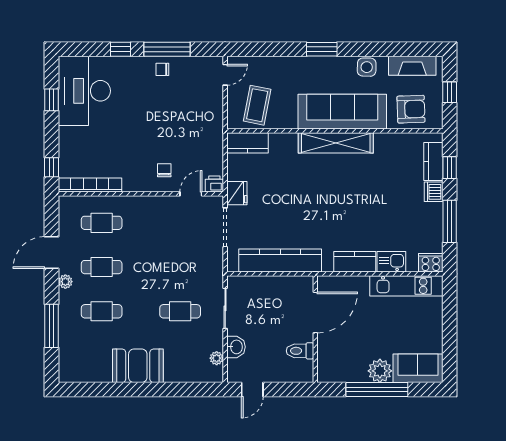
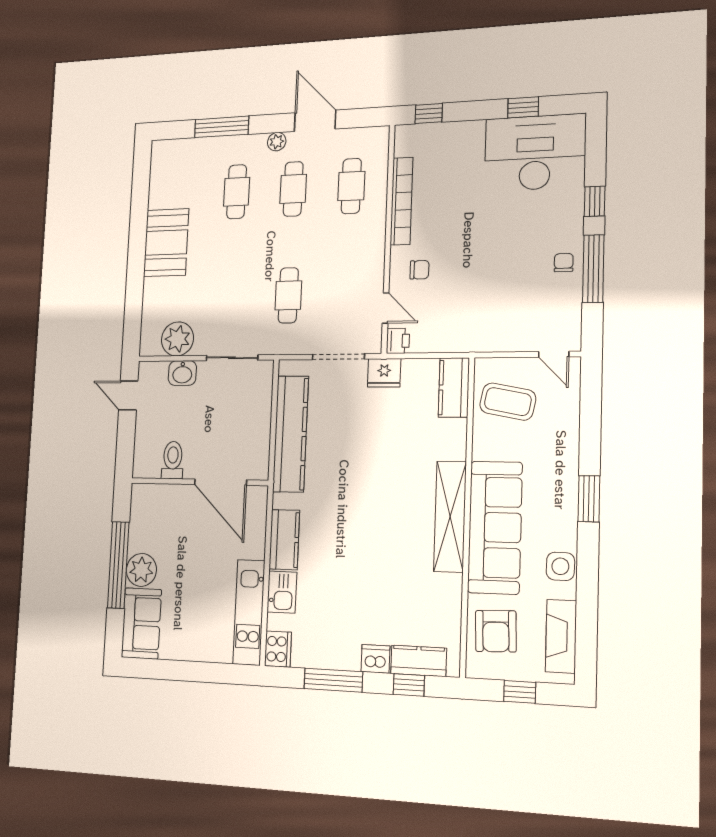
bookcase: (90, 185) -> (402, 201), moved
cafe table: (180, 311) -> (288, 295), moved
plant: (217, 358) -> (178, 339), width x1.87, depth x1.87

